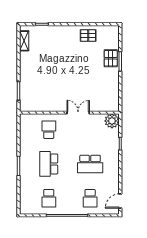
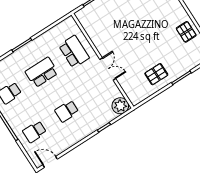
pallet: (111, 58) -> (156, 74), moved
school desk: (49, 130) -> (74, 52), width x1.85
school desk: (90, 164) -> (67, 111), width x0.54

